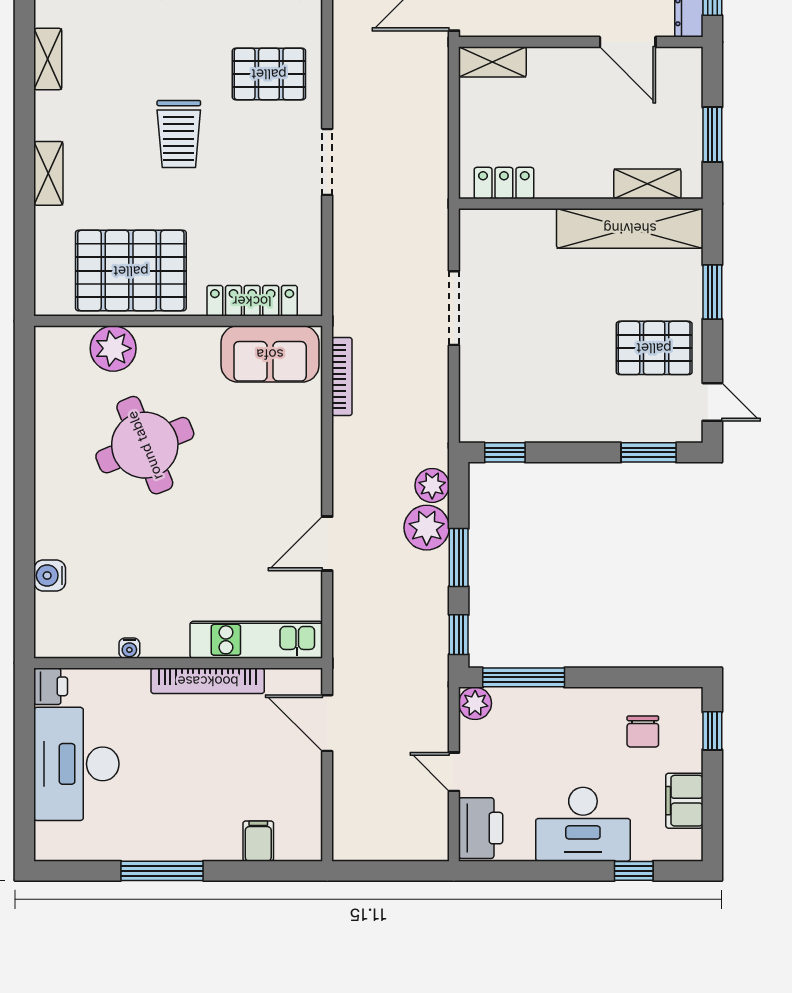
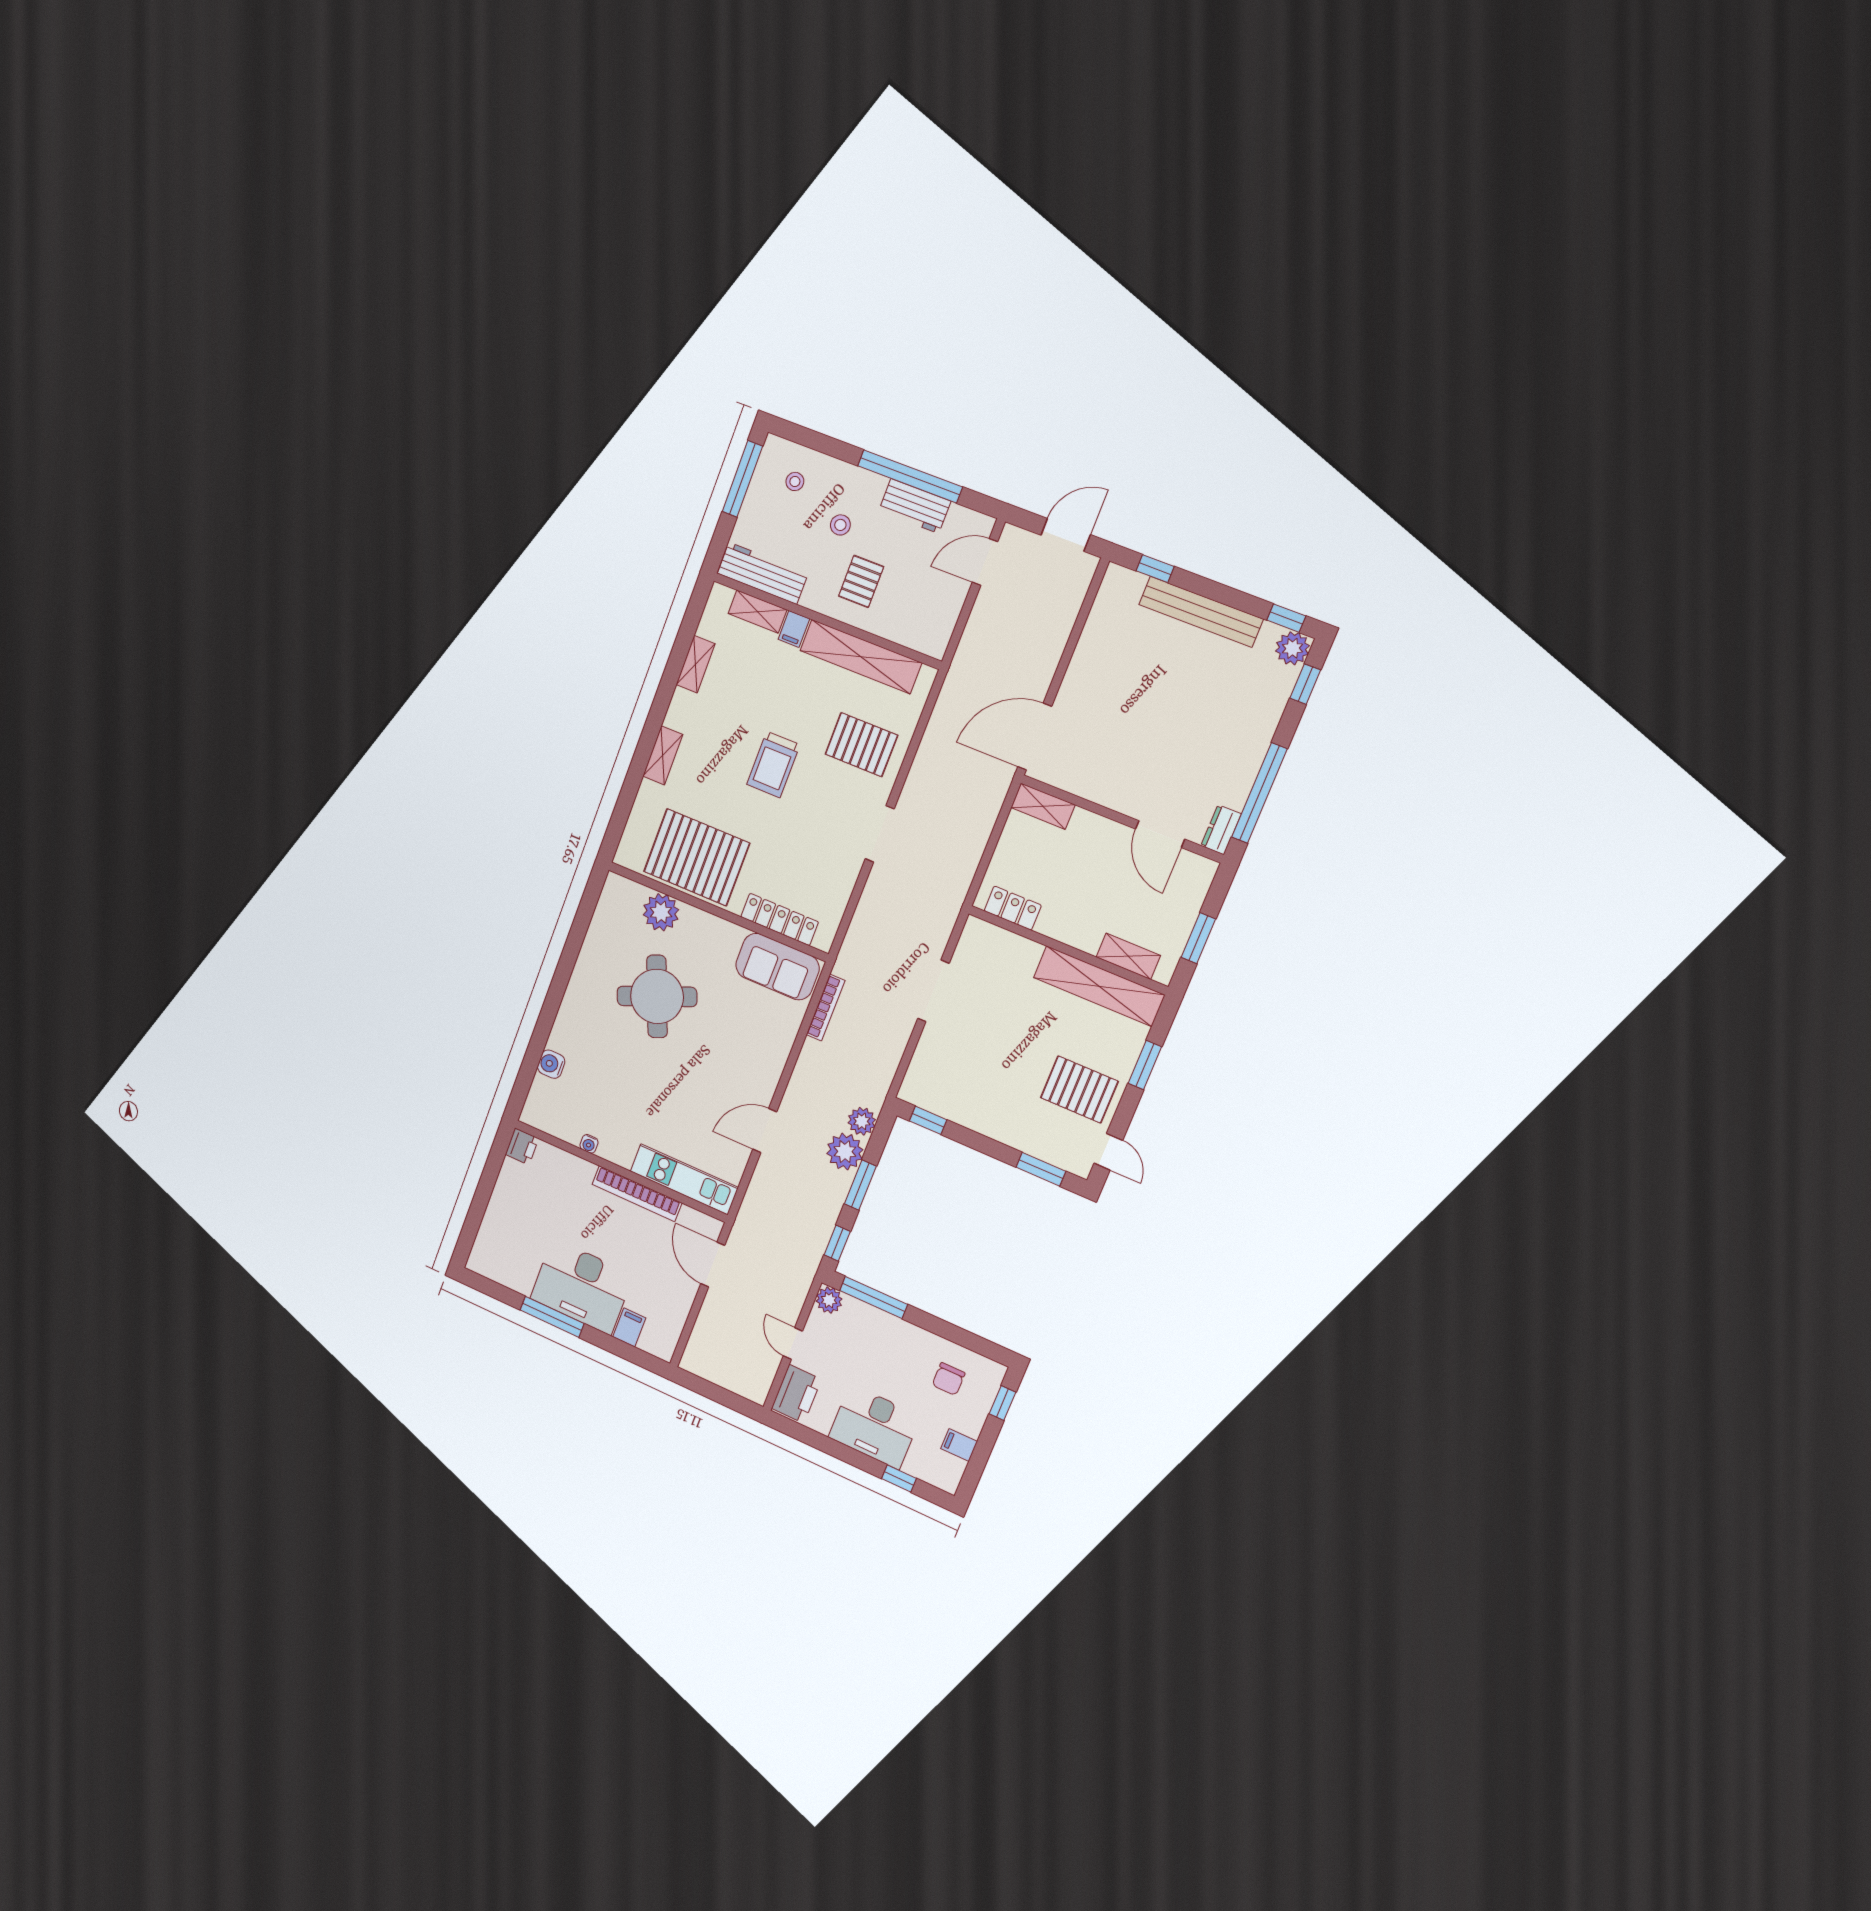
desk: (76, 764) -> (582, 1287), moved, turned -90
filing cabinet: (684, 801) -> (959, 1445), width x0.50

